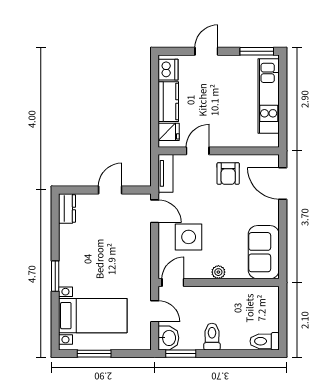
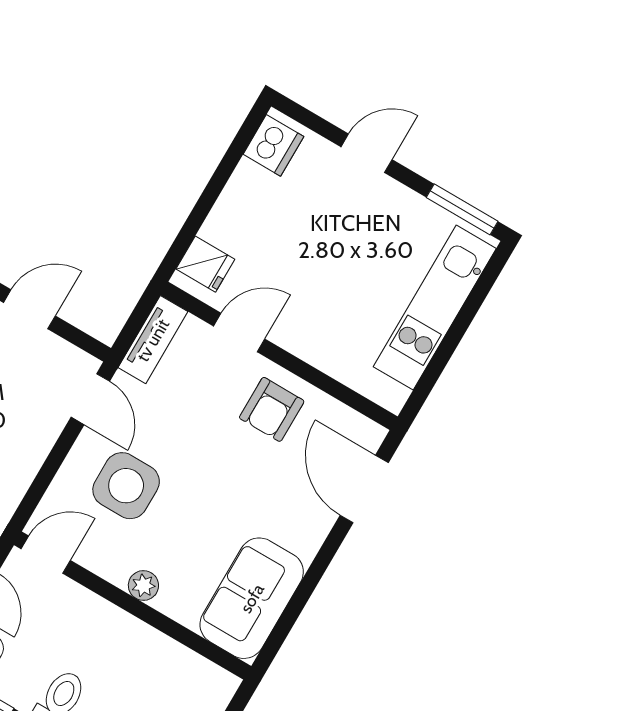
kitchen counter: (168, 102) -> (238, 206), removed

